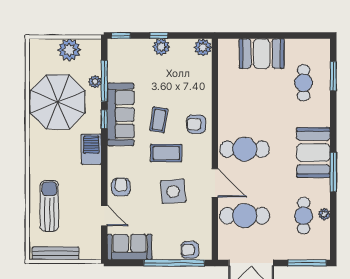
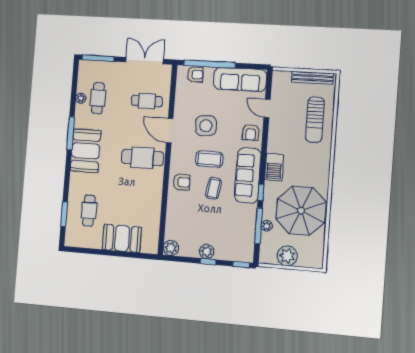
sofa: (121, 114) -> (248, 175), moved
cafe table: (245, 216) -> (147, 101), width x0.73, depth x0.74
sofa: (129, 247) -> (240, 79), width x1.36

